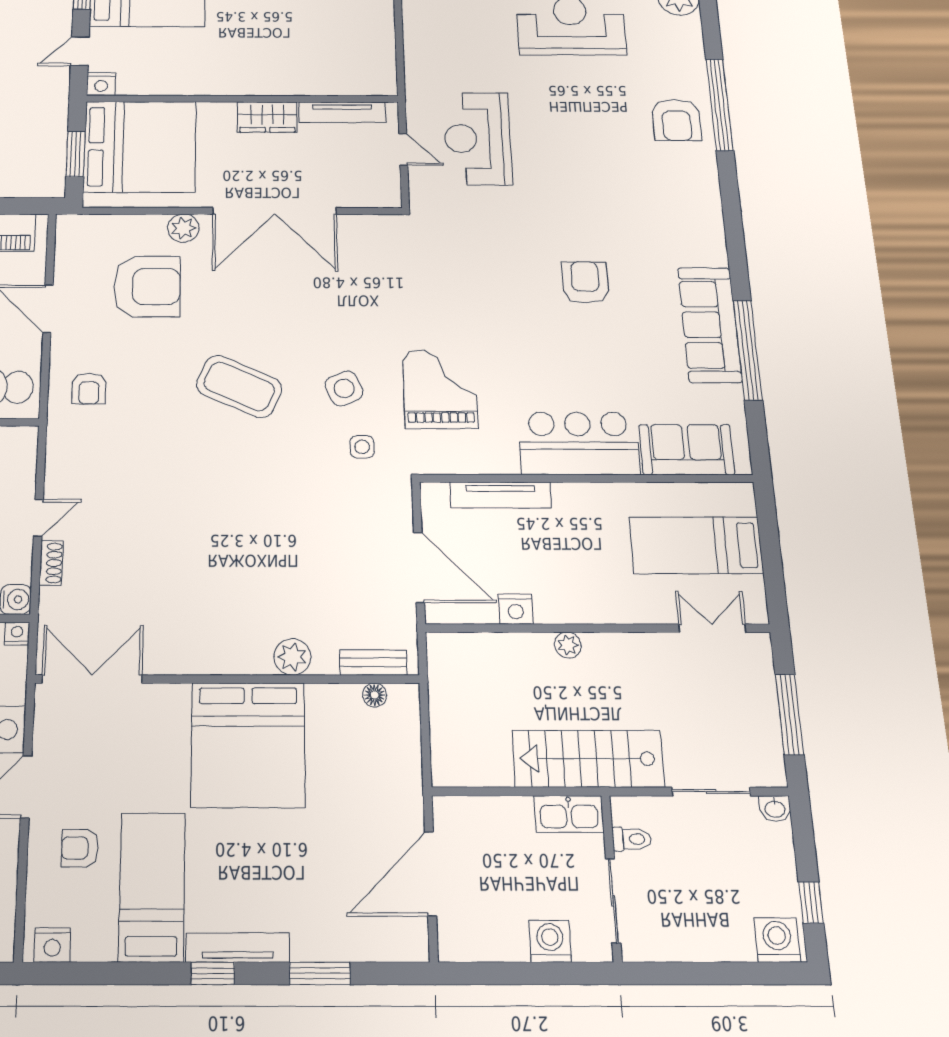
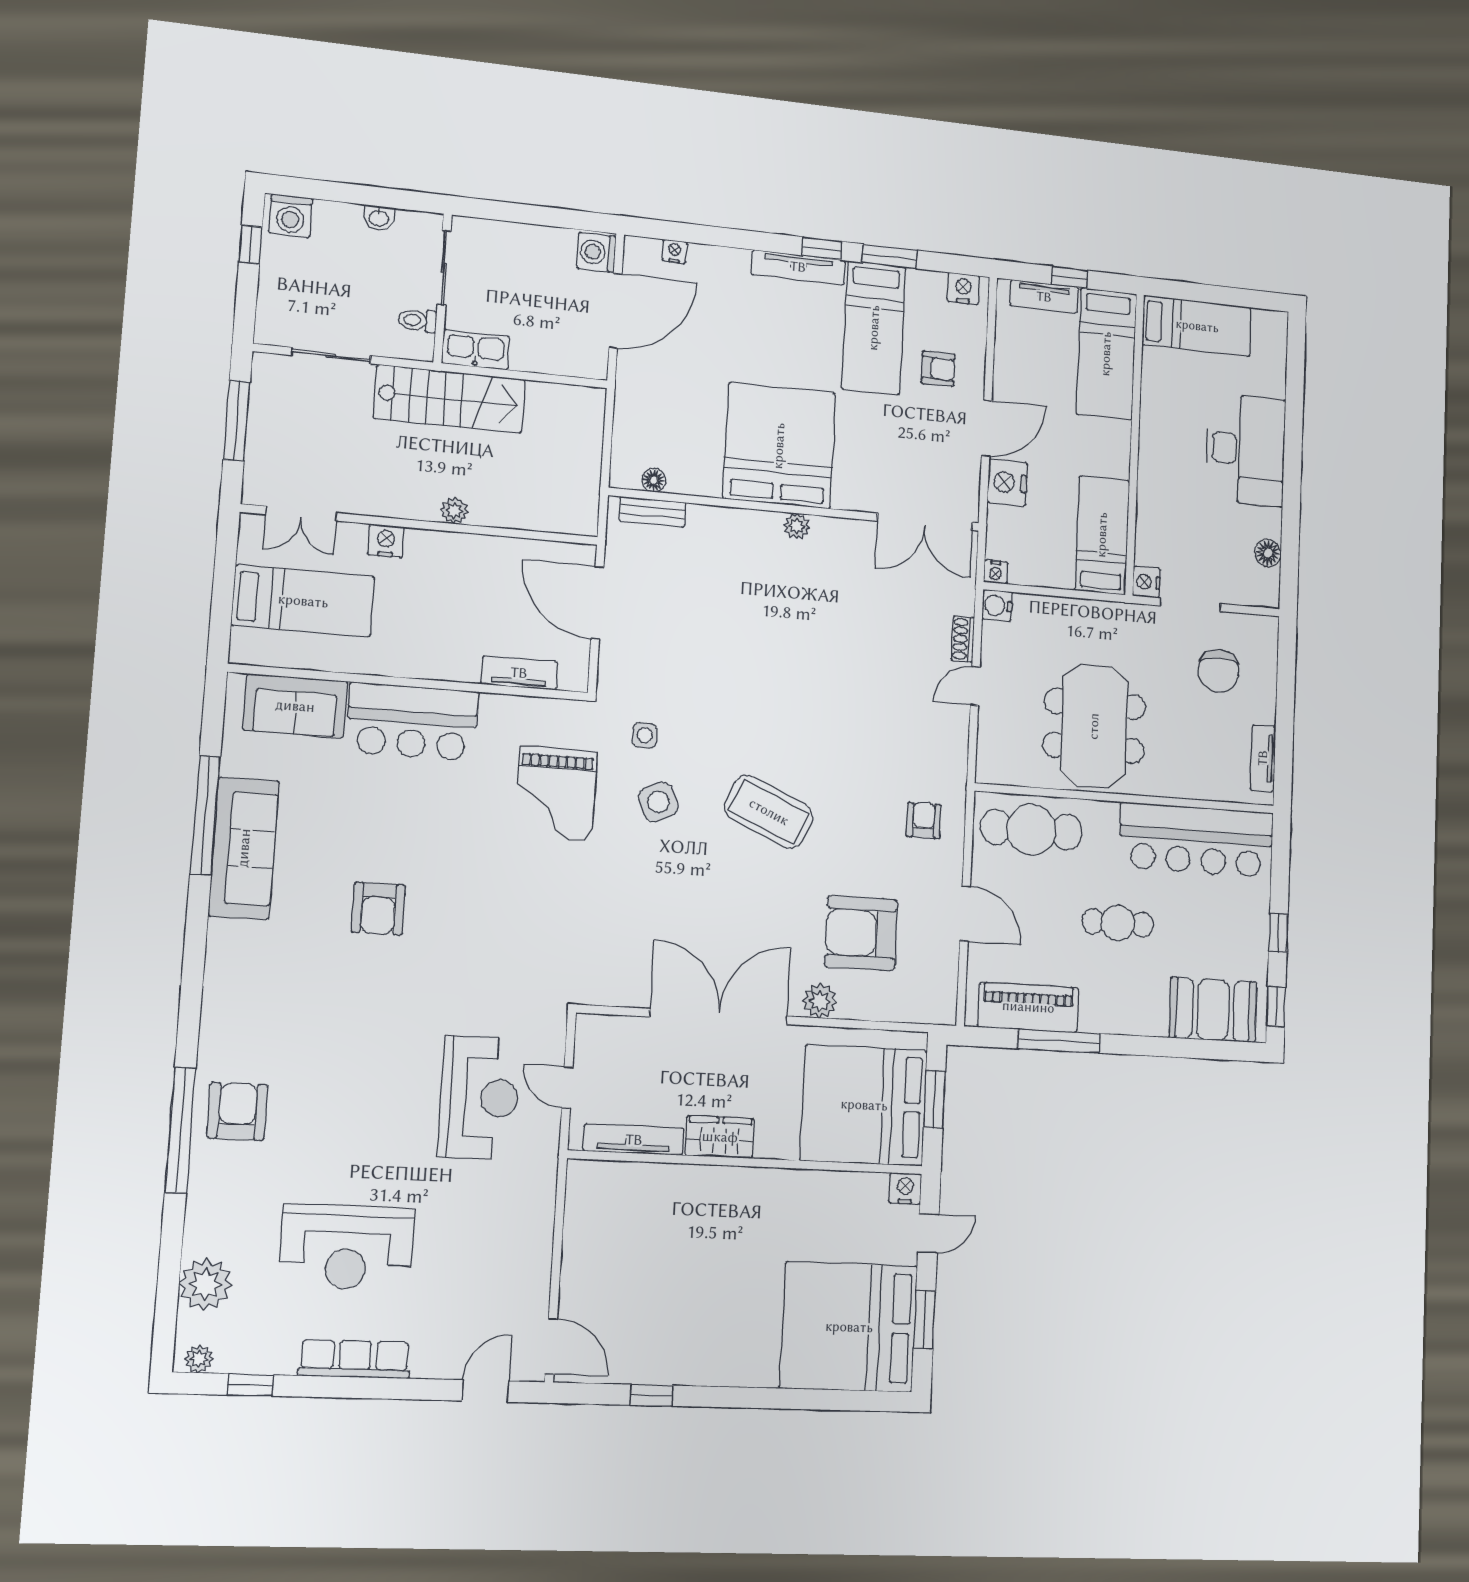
tv unit: (501, 495) -> (519, 673), width x0.71
nightstand: (516, 609) -> (386, 541), moved
plant: (292, 657) -> (797, 526), moved, width x0.73, depth x0.73
washbasin: (775, 808) -> (379, 218), moved, turned 180
washing machine: (550, 941) -> (597, 252), moved, turned 90
nightstand: (374, 950) -> (675, 251), added
window: (320, 973) -> (890, 256), moved

